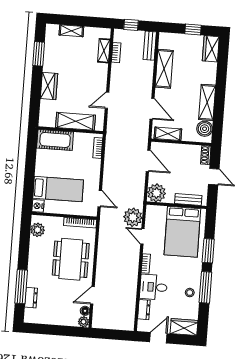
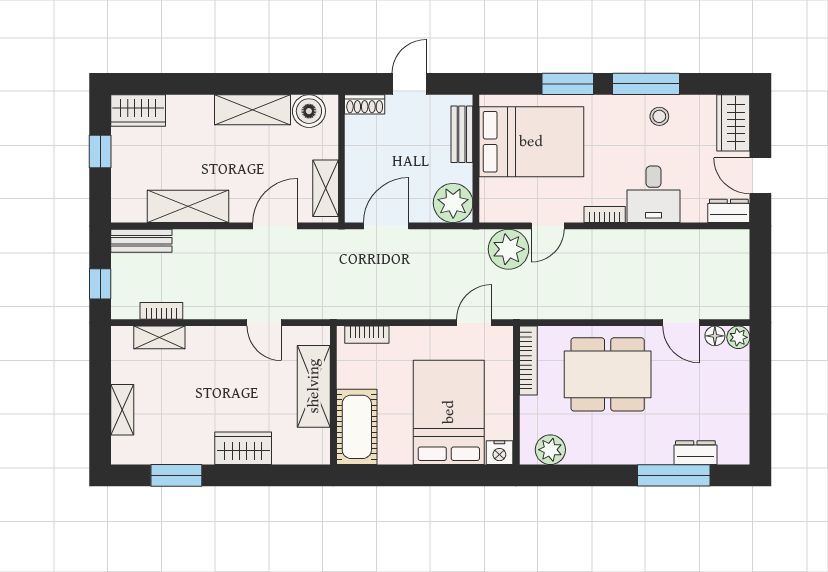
bed: (58, 189) -> (449, 412), width x1.50
dresser: (144, 310) -> (729, 211), moved

